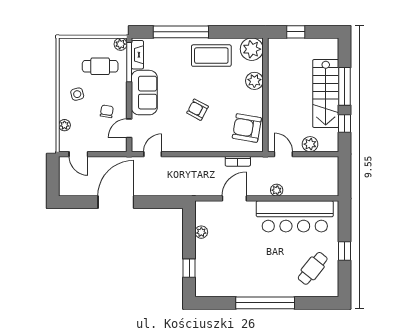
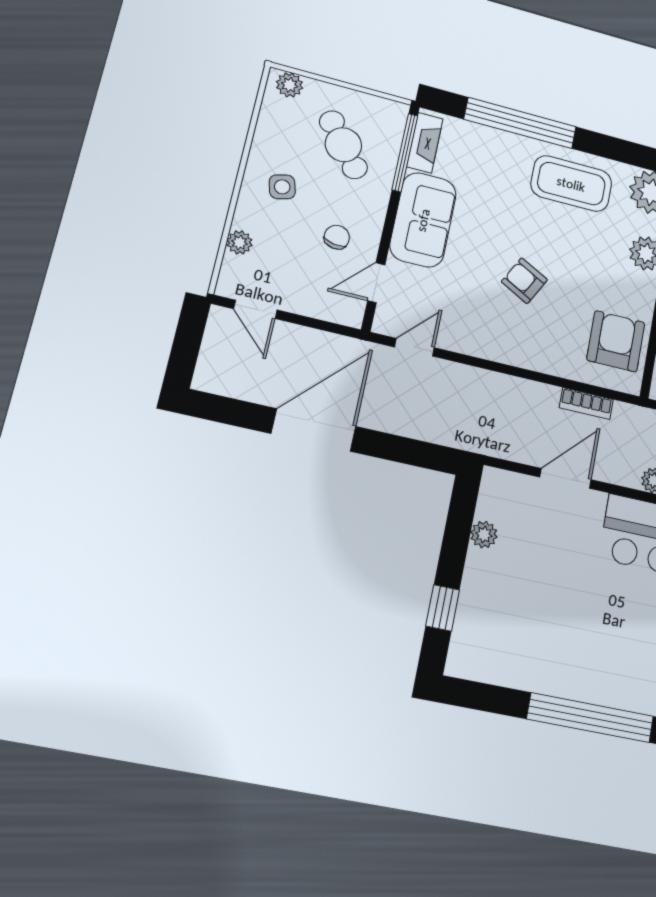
plant: (121, 44) -> (290, 85), moved
cafe table: (100, 66) -> (343, 145), turned 52
armchair: (247, 128) -> (616, 341), turned 80

